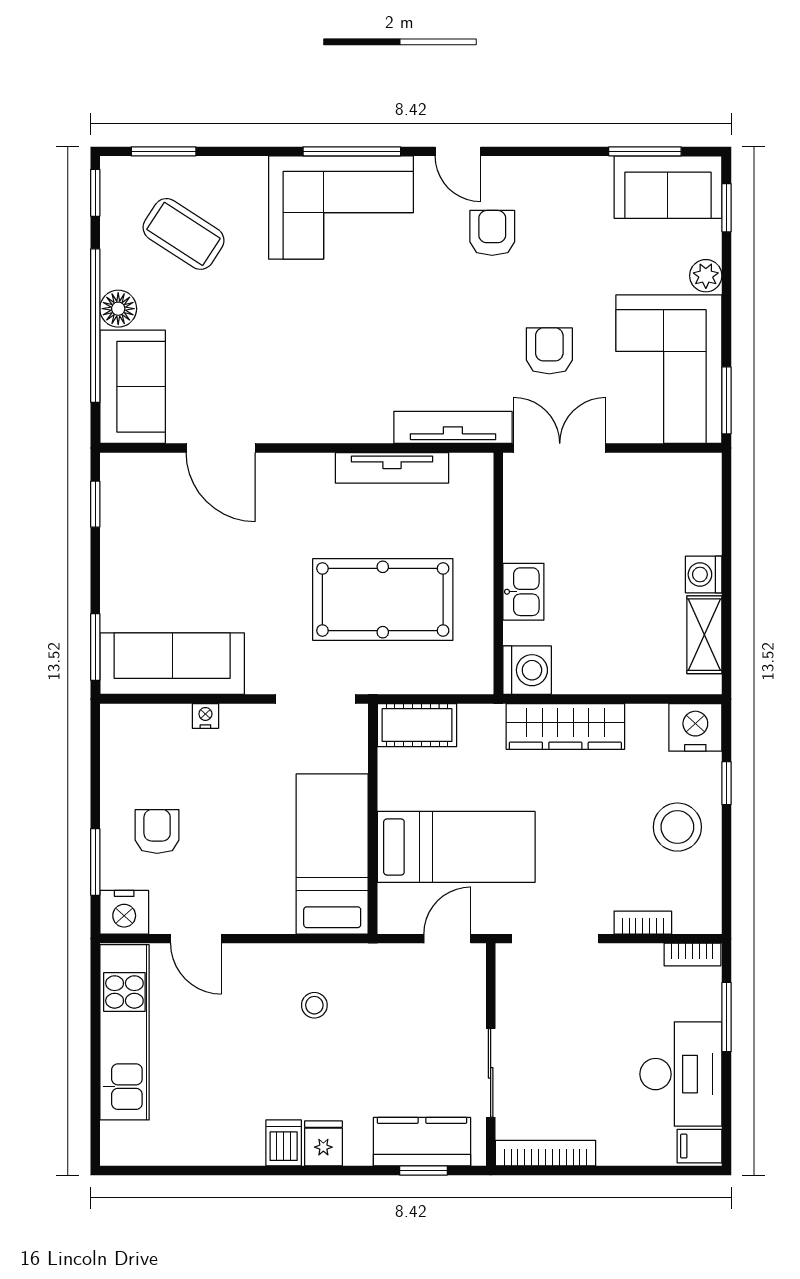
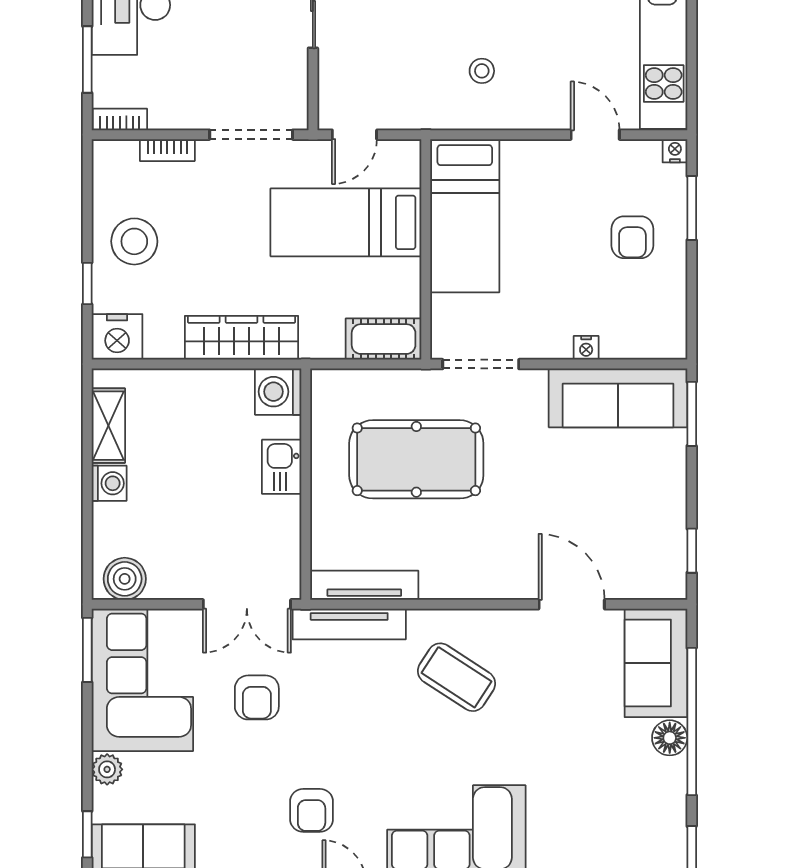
coffee table: (184, 234) -> (457, 677), moved
tv unit: (392, 468) -> (364, 585), moved
boiler: (687, 475) -> (125, 579), added
nightstand: (124, 912) -> (675, 151), width x0.53, depth x0.56

